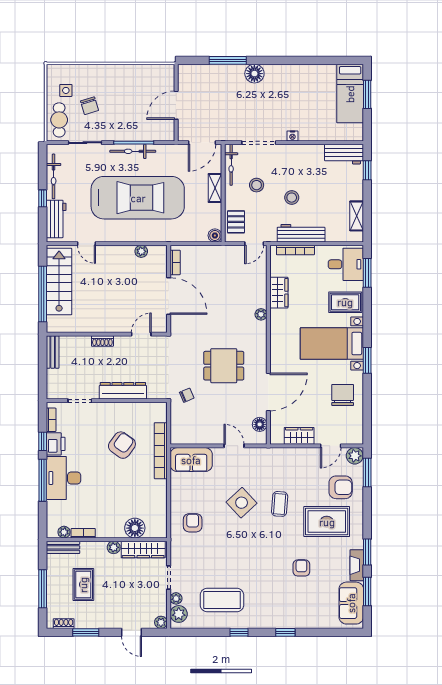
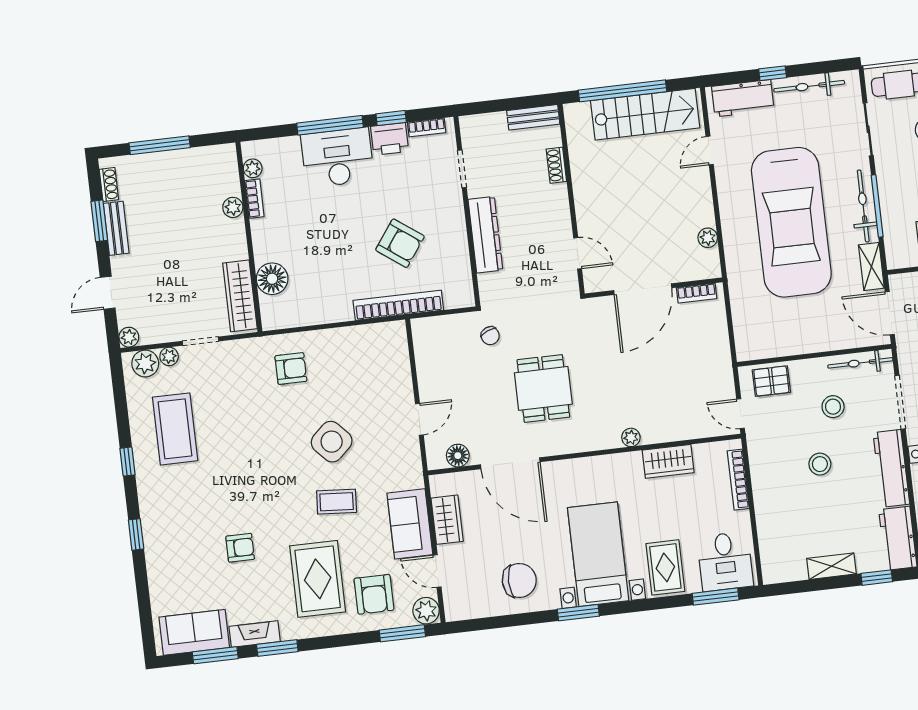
shelving: (215, 188) -> (871, 267), moved, turned 90
shelving: (357, 216) -> (831, 566), moved
workbench: (301, 233) -> (891, 468), moved, turned 180
boiler: (215, 235) -> (746, 350), removed
shoe rack: (102, 341) -> (556, 165), moved
sofa: (191, 460) -> (410, 524), moved
bench: (63, 547) -> (116, 228), moved
plant: (114, 547) -> (233, 207), moved
rug: (83, 585) -> (174, 208), removed

